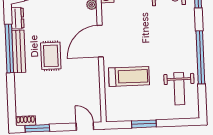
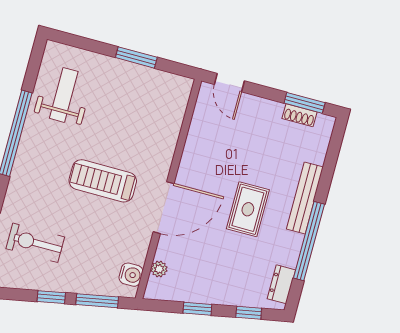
bench: (19, 51) -> (305, 198), moved
treadmill: (129, 76) -> (103, 181), moved
shoe rack: (26, 121) -> (299, 115), moved

